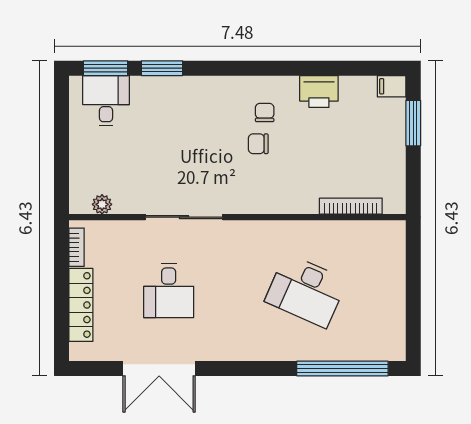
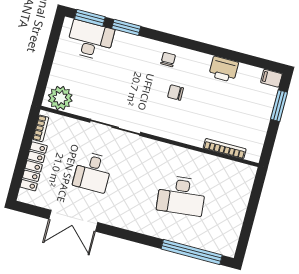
desk: (106, 101) -> (90, 40), width x1.37
chair: (265, 113) -> (168, 59), moved
plant: (102, 204) -> (60, 98), width x1.87, depth x1.87
desk: (306, 291) -> (181, 195), turned -30

